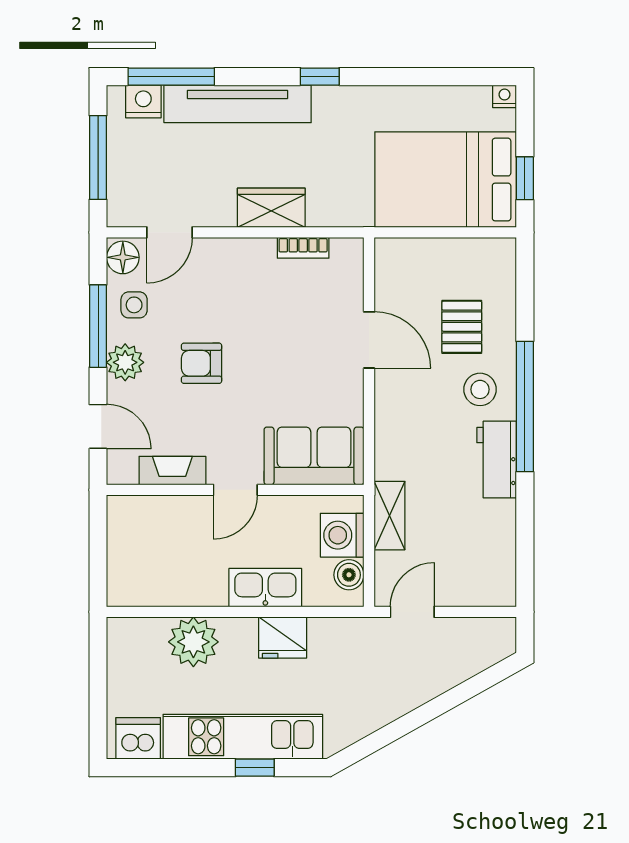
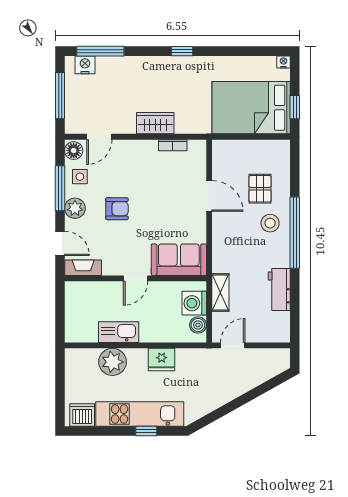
tv unit: (238, 104) -> (137, 66), removed
armchair: (202, 363) -> (117, 209), turned 180
workbench: (497, 460) -> (279, 289), moved
fireplace: (172, 471) -> (83, 268), moved
kitchen sink: (265, 588) -> (119, 332), moved

